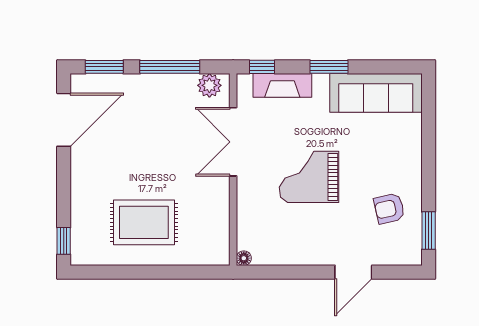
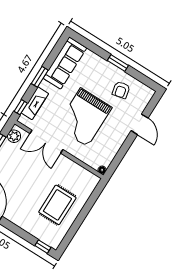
grand piano: (309, 177) -> (84, 117), width x1.37, depth x1.48
window: (429, 231) -> (118, 63), moved

